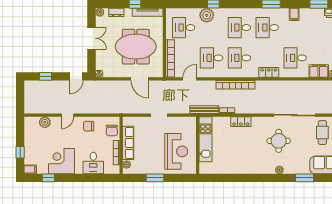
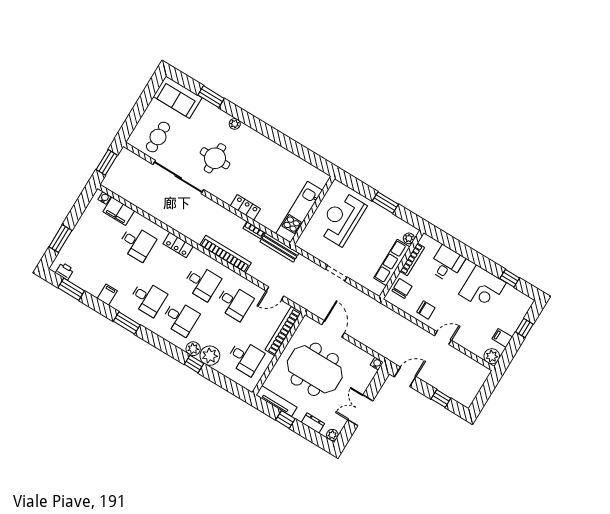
plant: (220, 13) -> (193, 349), added
plant: (45, 122) -> (492, 356), moved
filing cabinet: (30, 169) -> (502, 338), moved

